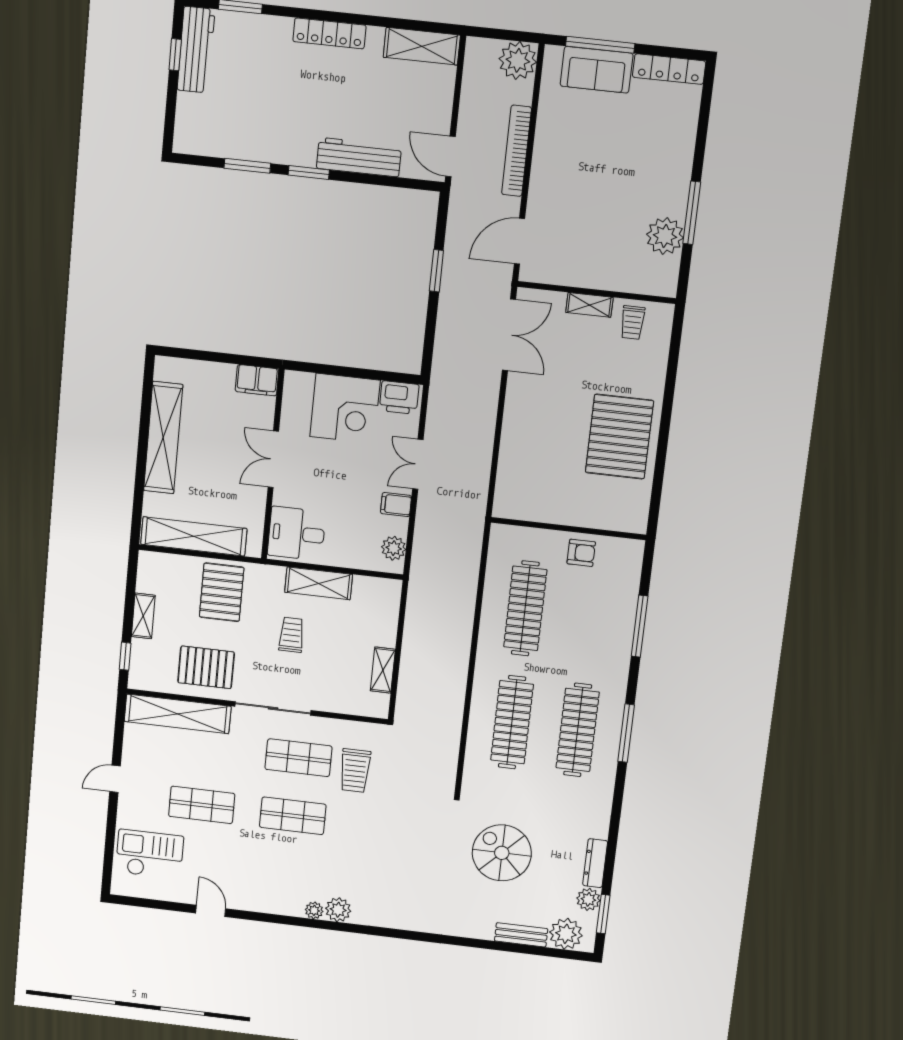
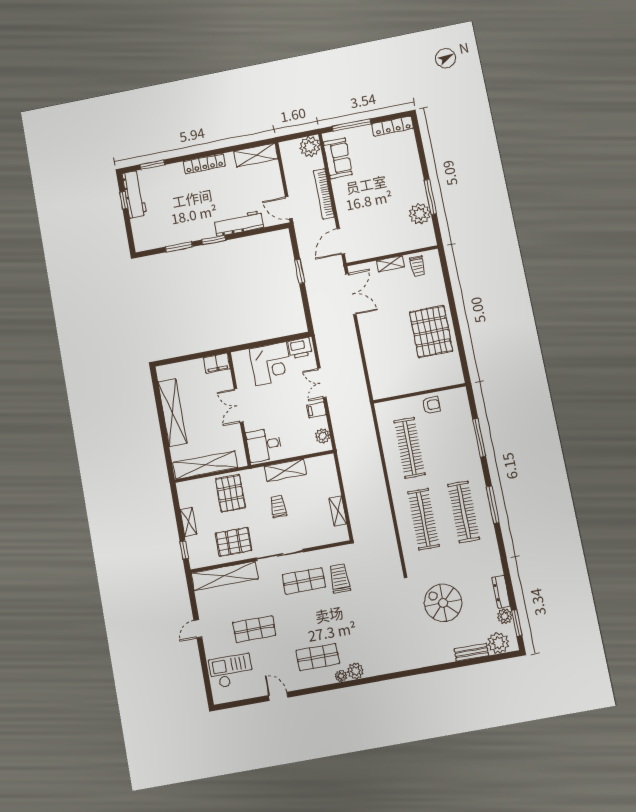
sofa: (597, 70) -> (338, 158), moved, turned -90
trolley: (355, 771) -> (340, 578), turned 180
shop shelf: (293, 816) -> (318, 657), moved

